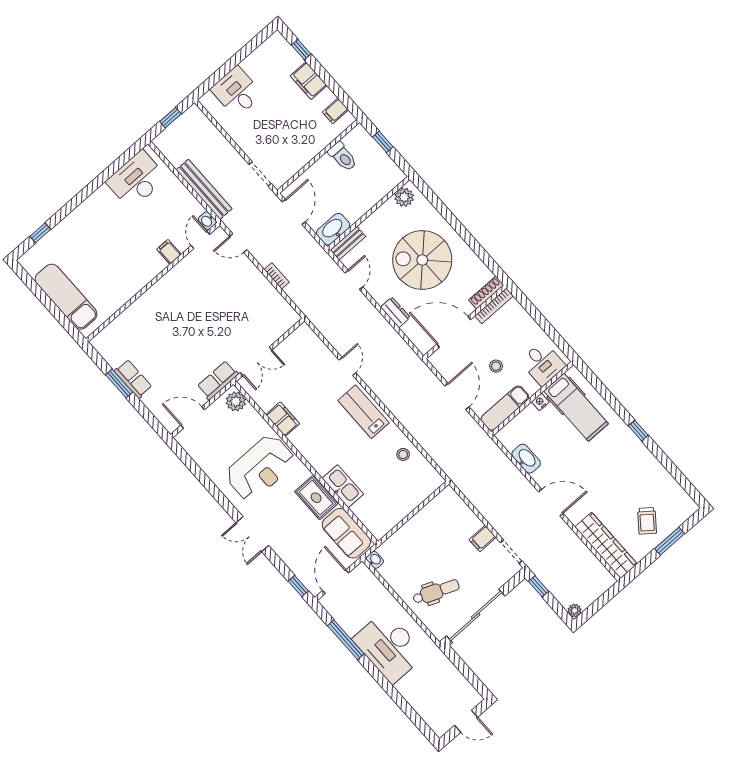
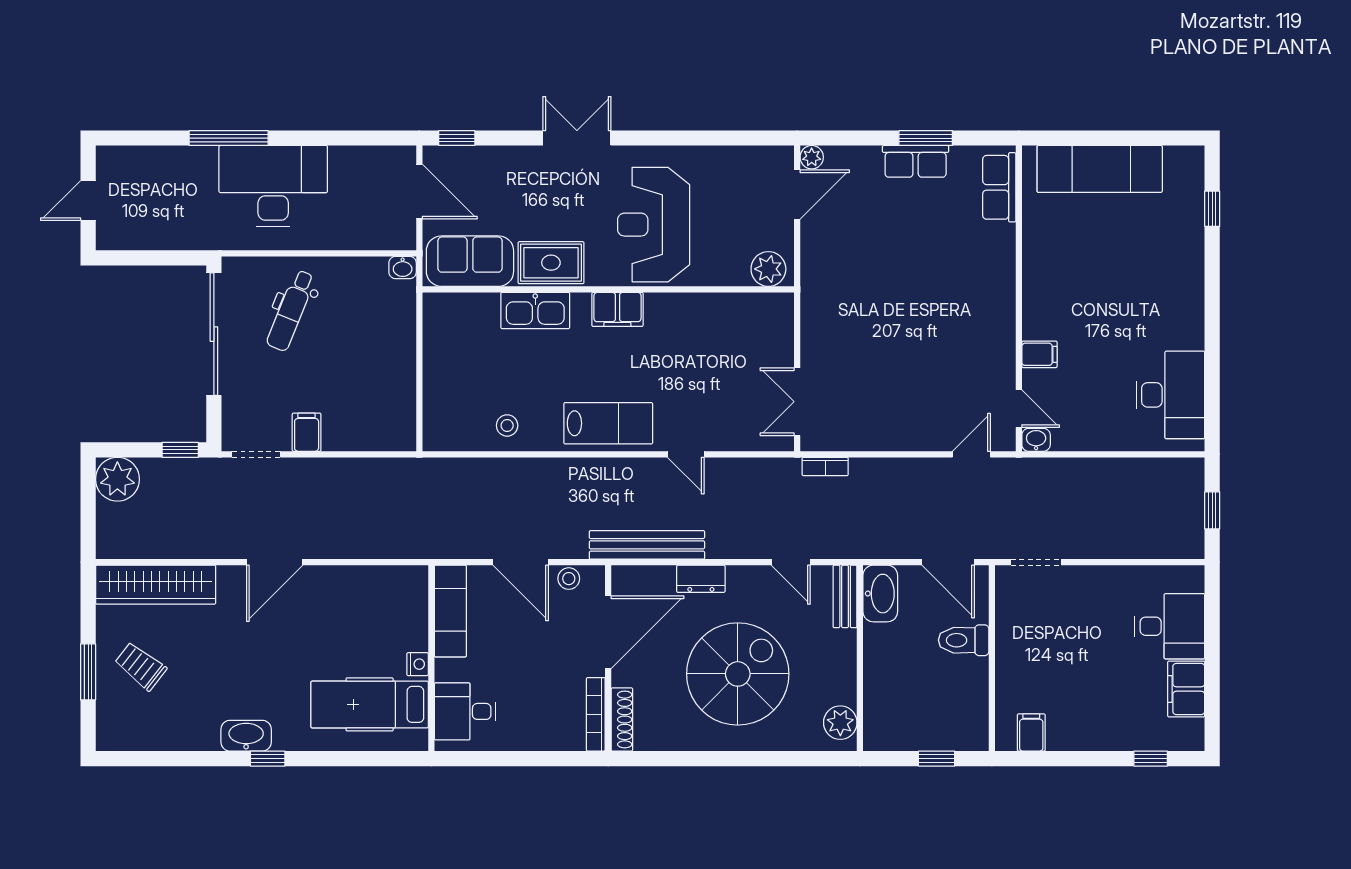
filing cabinet: (309, 81) -> (1186, 689), moved, turned -90
toilet: (343, 157) -> (964, 640), moved
bench: (204, 189) -> (647, 545), moved
bookcase: (277, 276) -> (825, 466), moved
double door: (256, 361) -> (797, 402), moved
stool: (496, 366) -> (569, 579), moved
row of seats: (218, 380) -> (999, 187), moved, turned 180
filing cabinet: (283, 419) -> (617, 309), moved
plant: (171, 425) -> (812, 157), added
washbasin: (526, 459) -> (246, 736), moved, turned 180
plant: (575, 610) -> (117, 479), width x1.88, depth x1.88
window: (346, 640) -> (229, 138), moved

